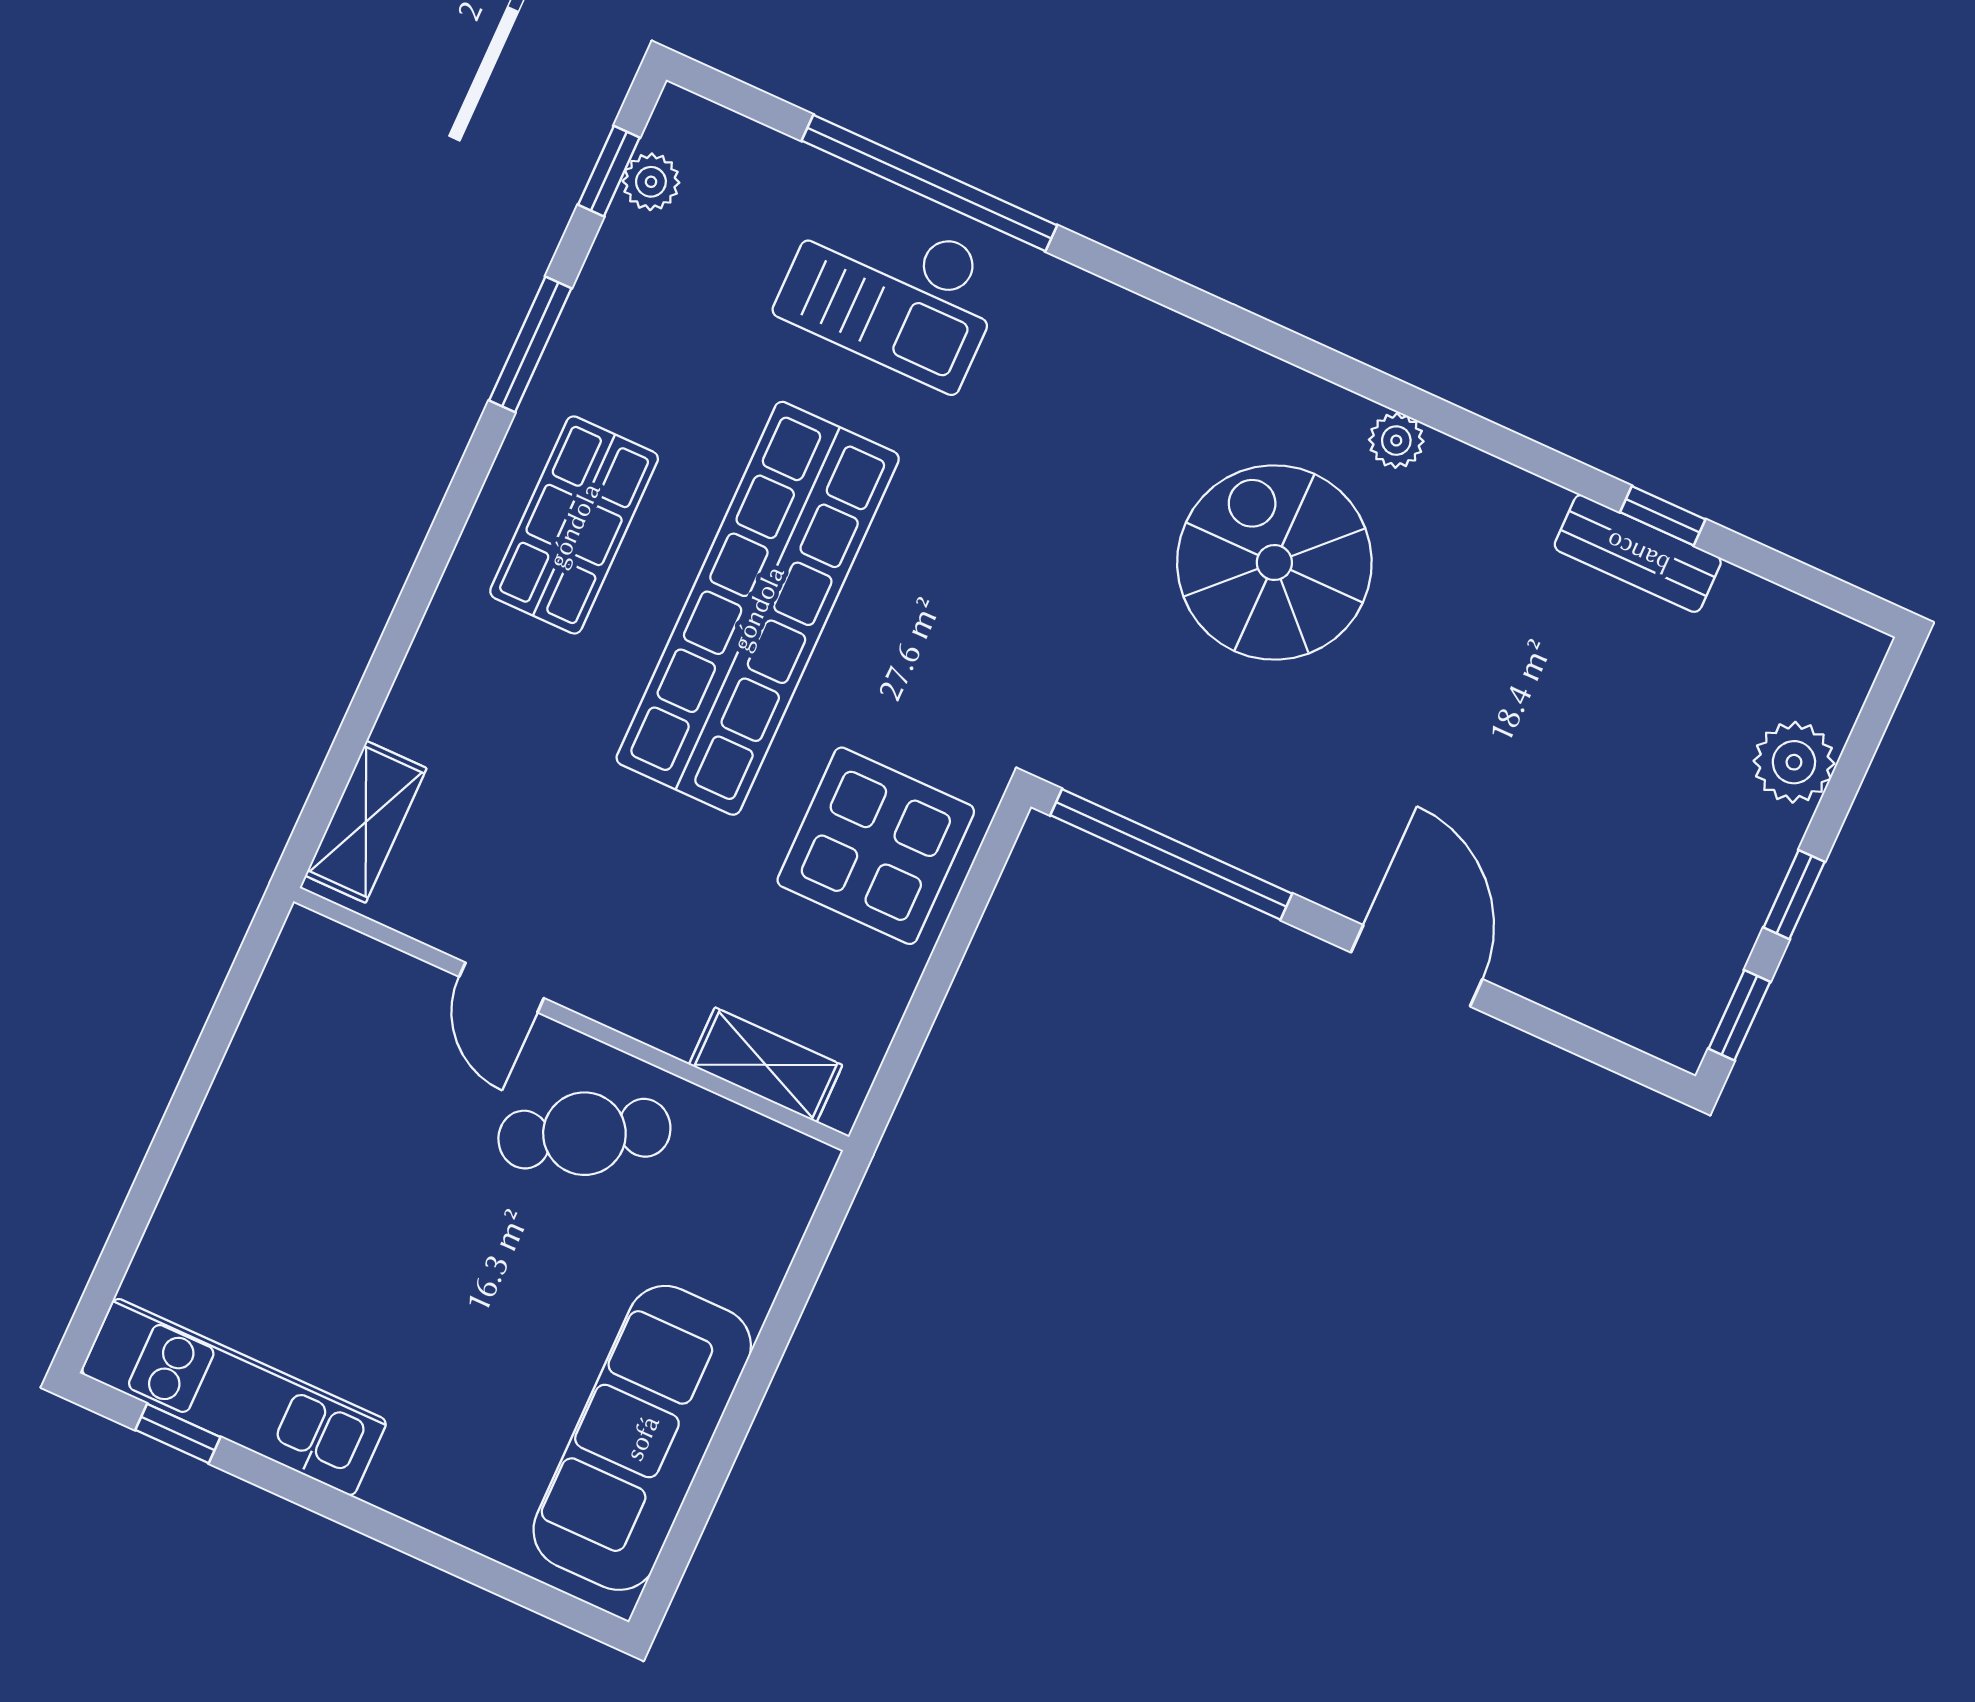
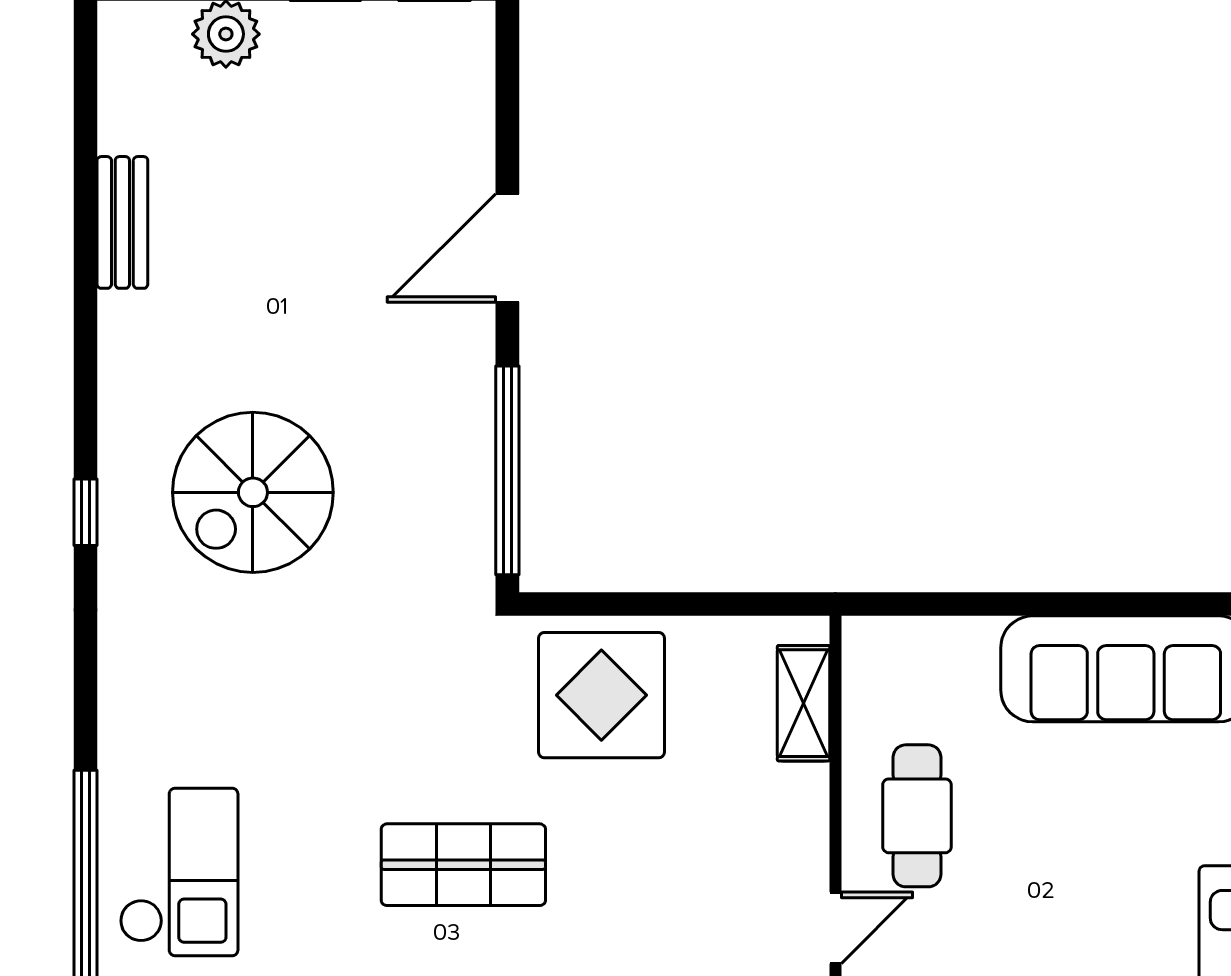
plant: (1396, 441) -> (120, 442), removed
window: (1663, 516) -> (85, 512), moved
shop shelf: (758, 608) -> (463, 865), width x0.50, depth x0.74
cafe table: (584, 1134) -> (917, 816), turned 30

